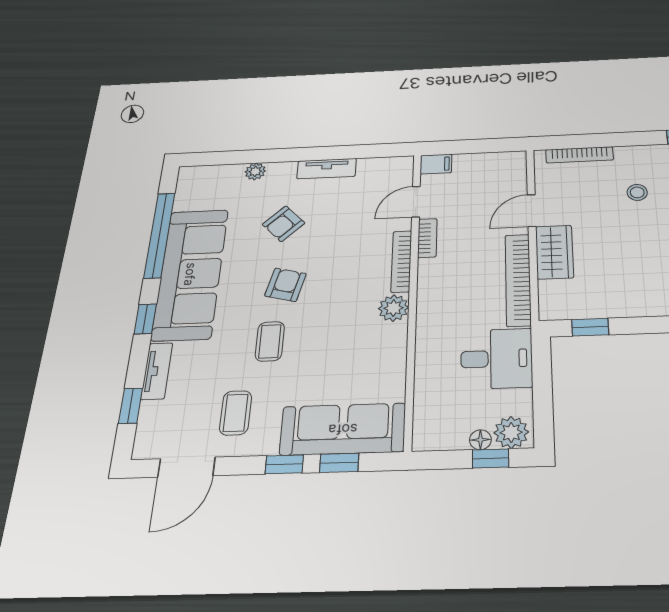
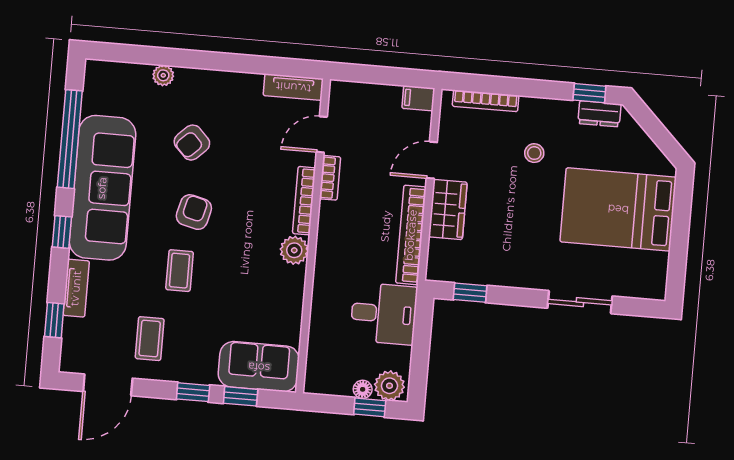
filing cabinet: (436, 164) -> (418, 98), moved, turned 180
tv unit: (327, 169) -> (293, 87), moved
sofa: (343, 429) -> (259, 367), width x0.73

